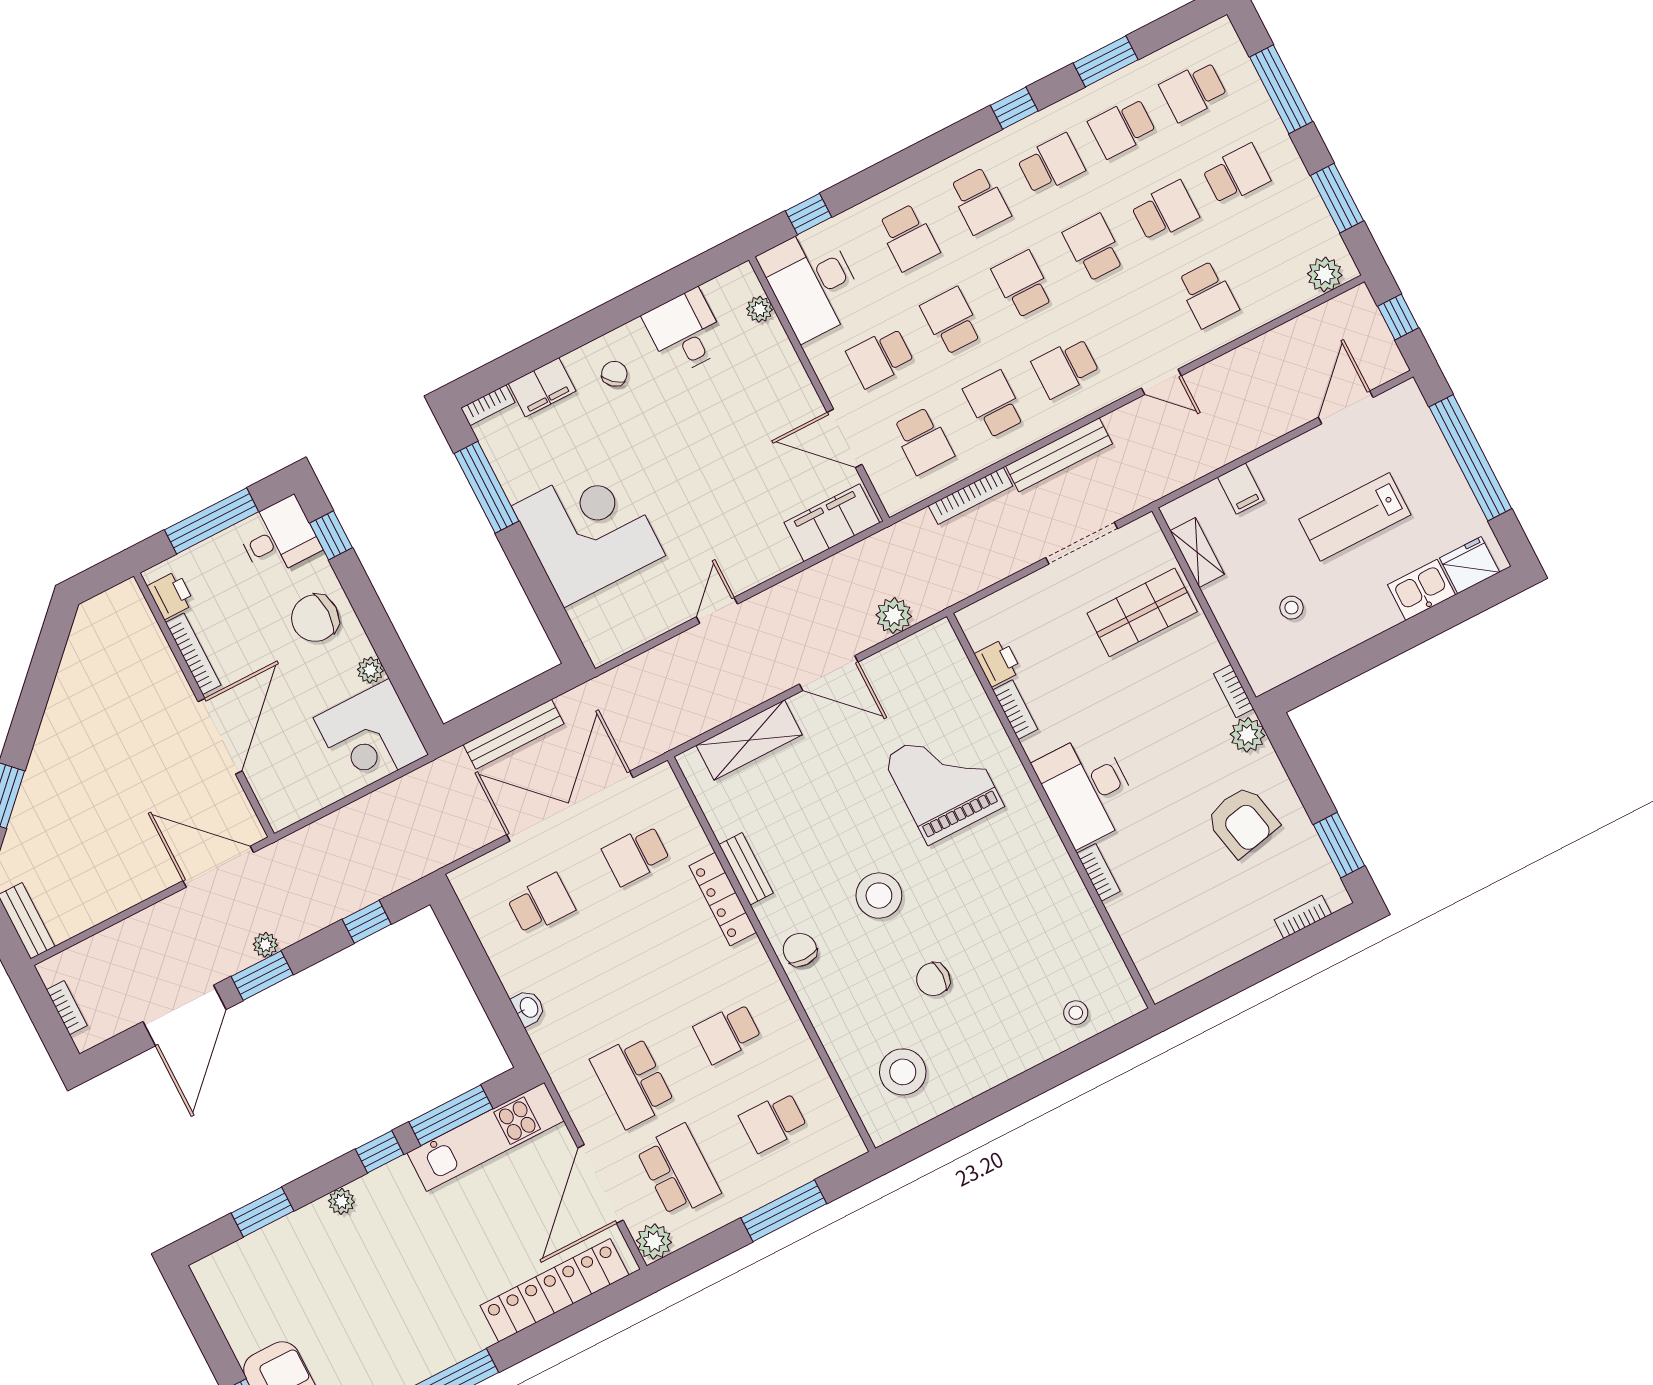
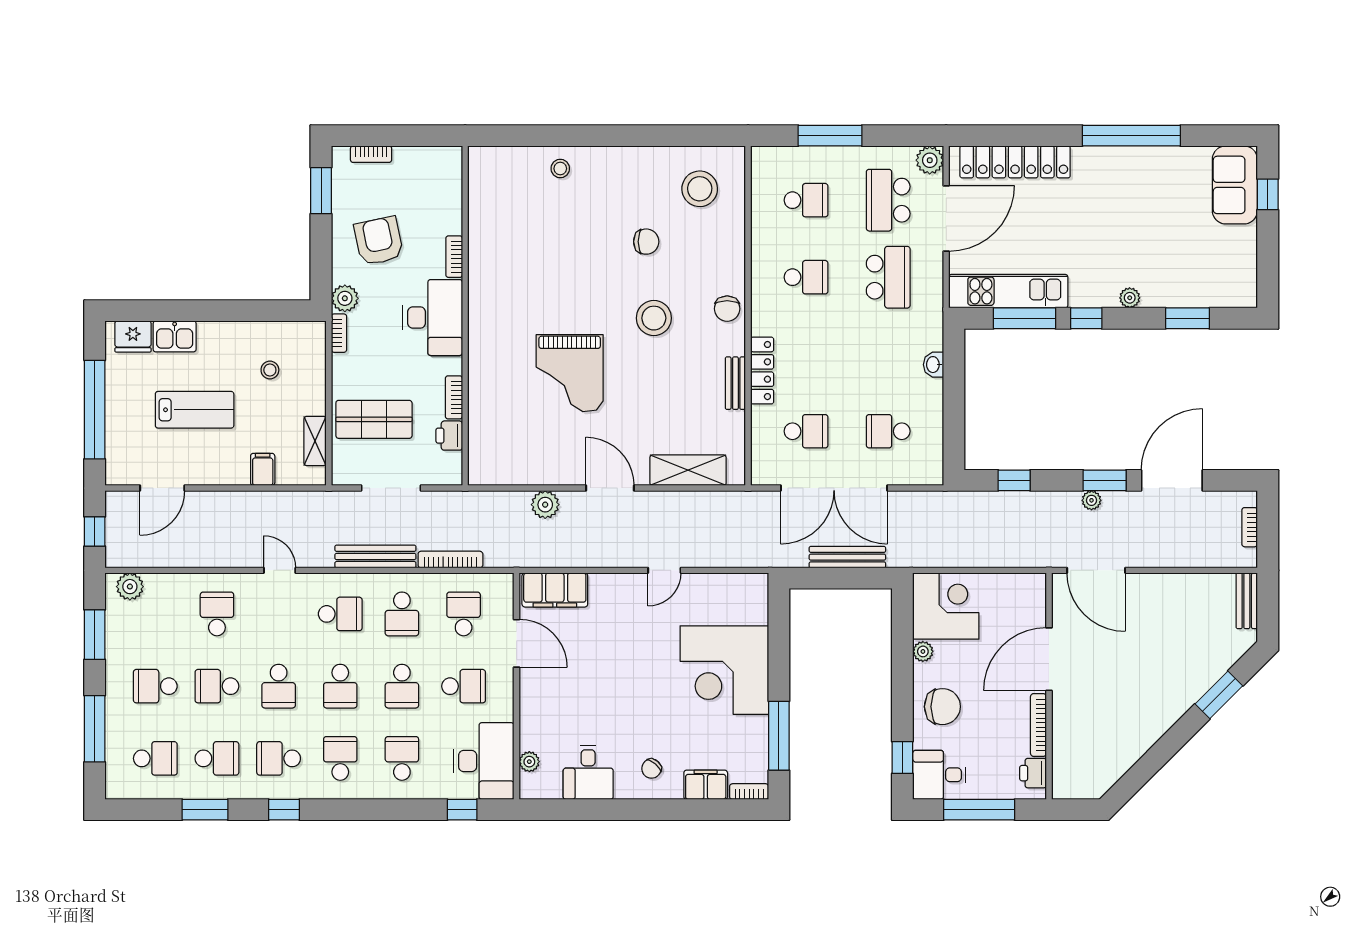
printer: (998, 663) -> (449, 436), moved
bookcase: (1015, 710) -> (454, 397), moved
desk: (1087, 789) -> (433, 318), moved
wall: (1051, 811) -> (465, 316), moved
bookcase: (1098, 872) -> (454, 257), moved

